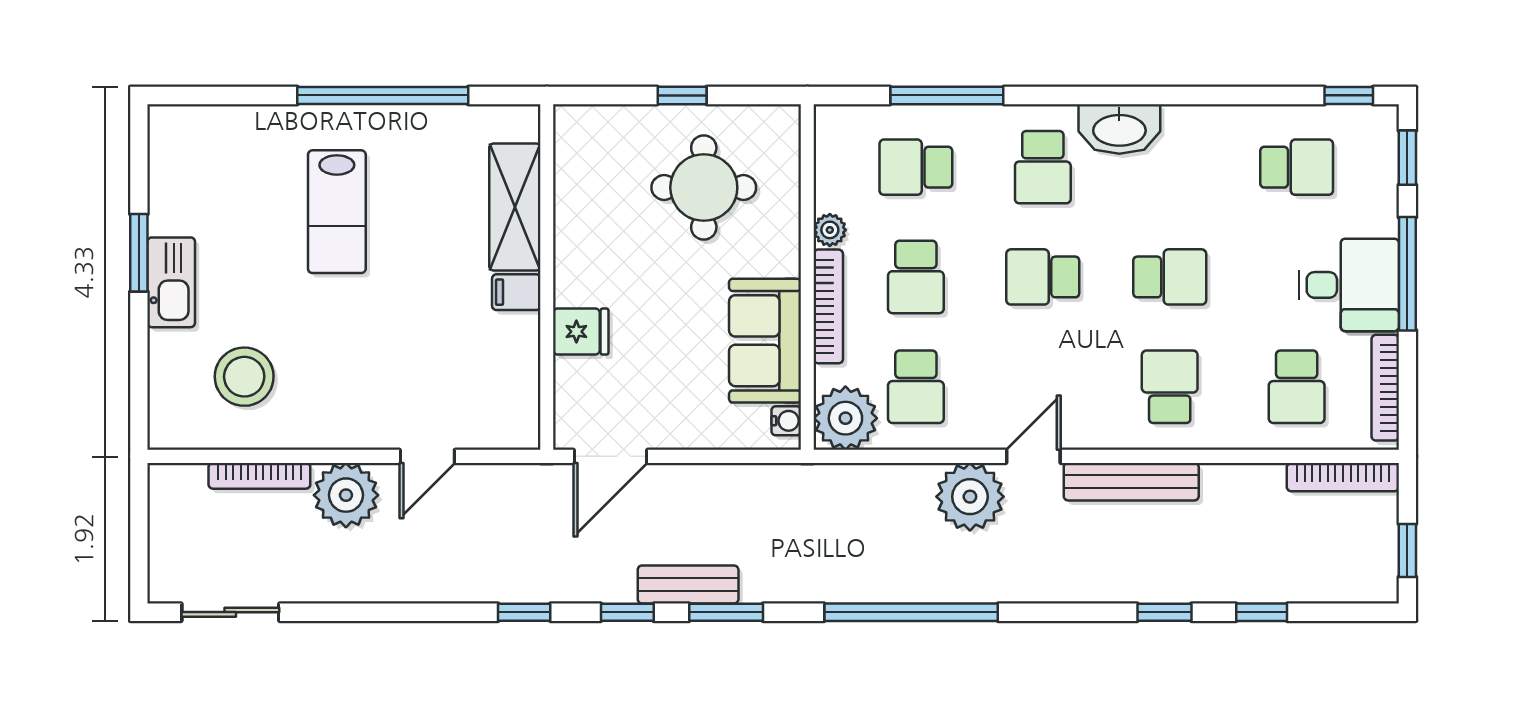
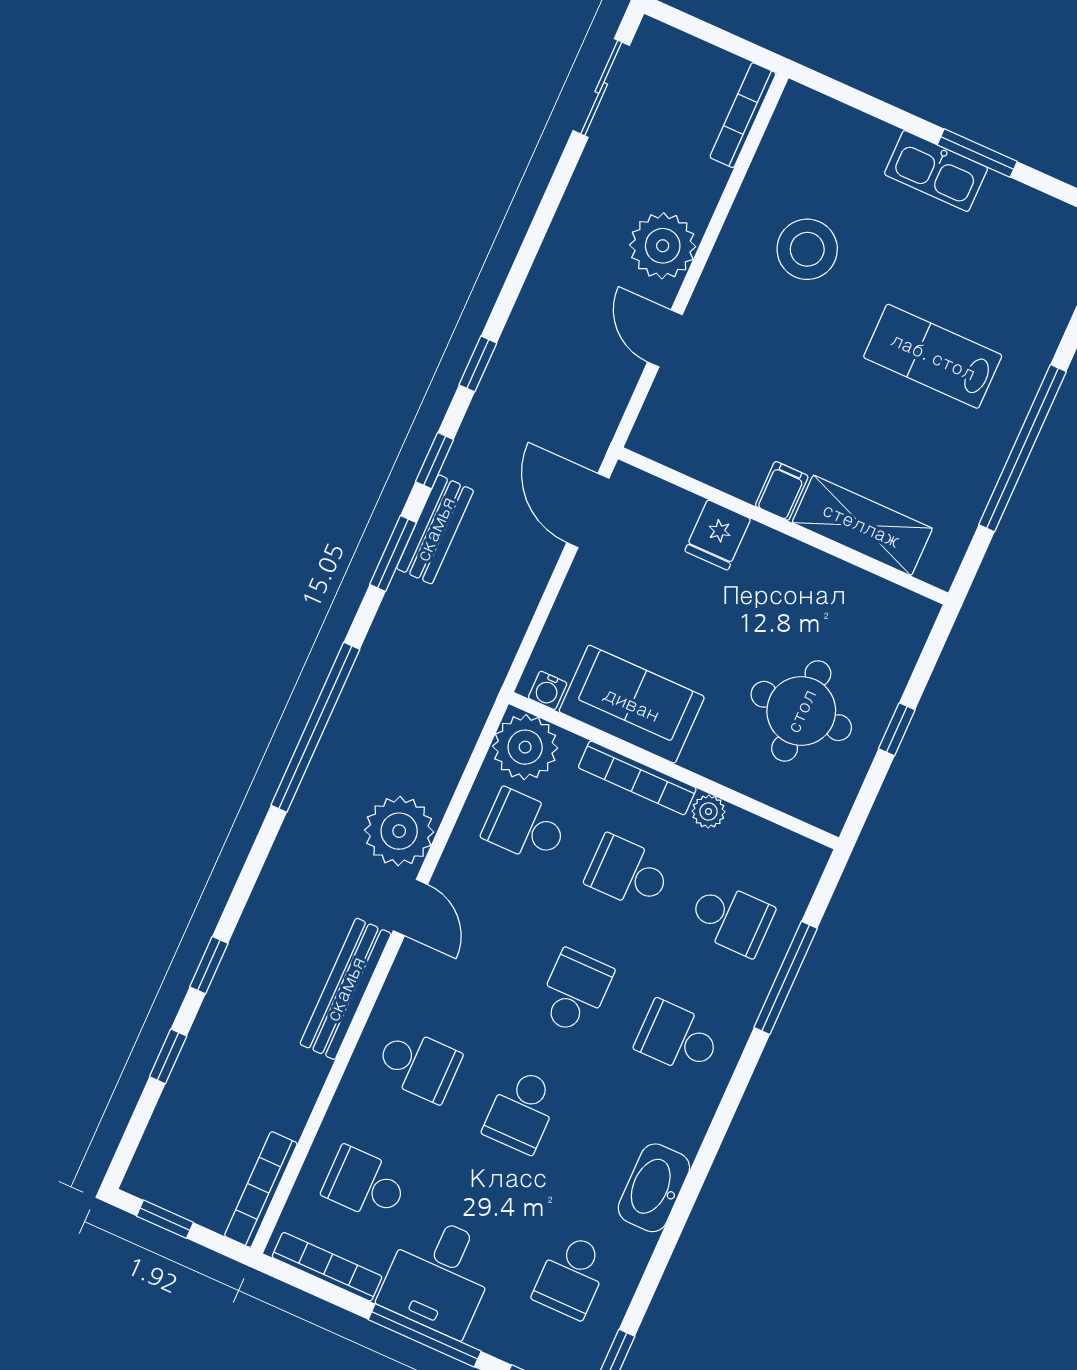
washbasin: (1119, 129) -> (654, 1188), moved
school desk: (916, 167) -> (731, 919), turned 90
stool: (244, 377) -> (807, 249), moved
bookcase: (259, 476) -> (743, 115), moved

